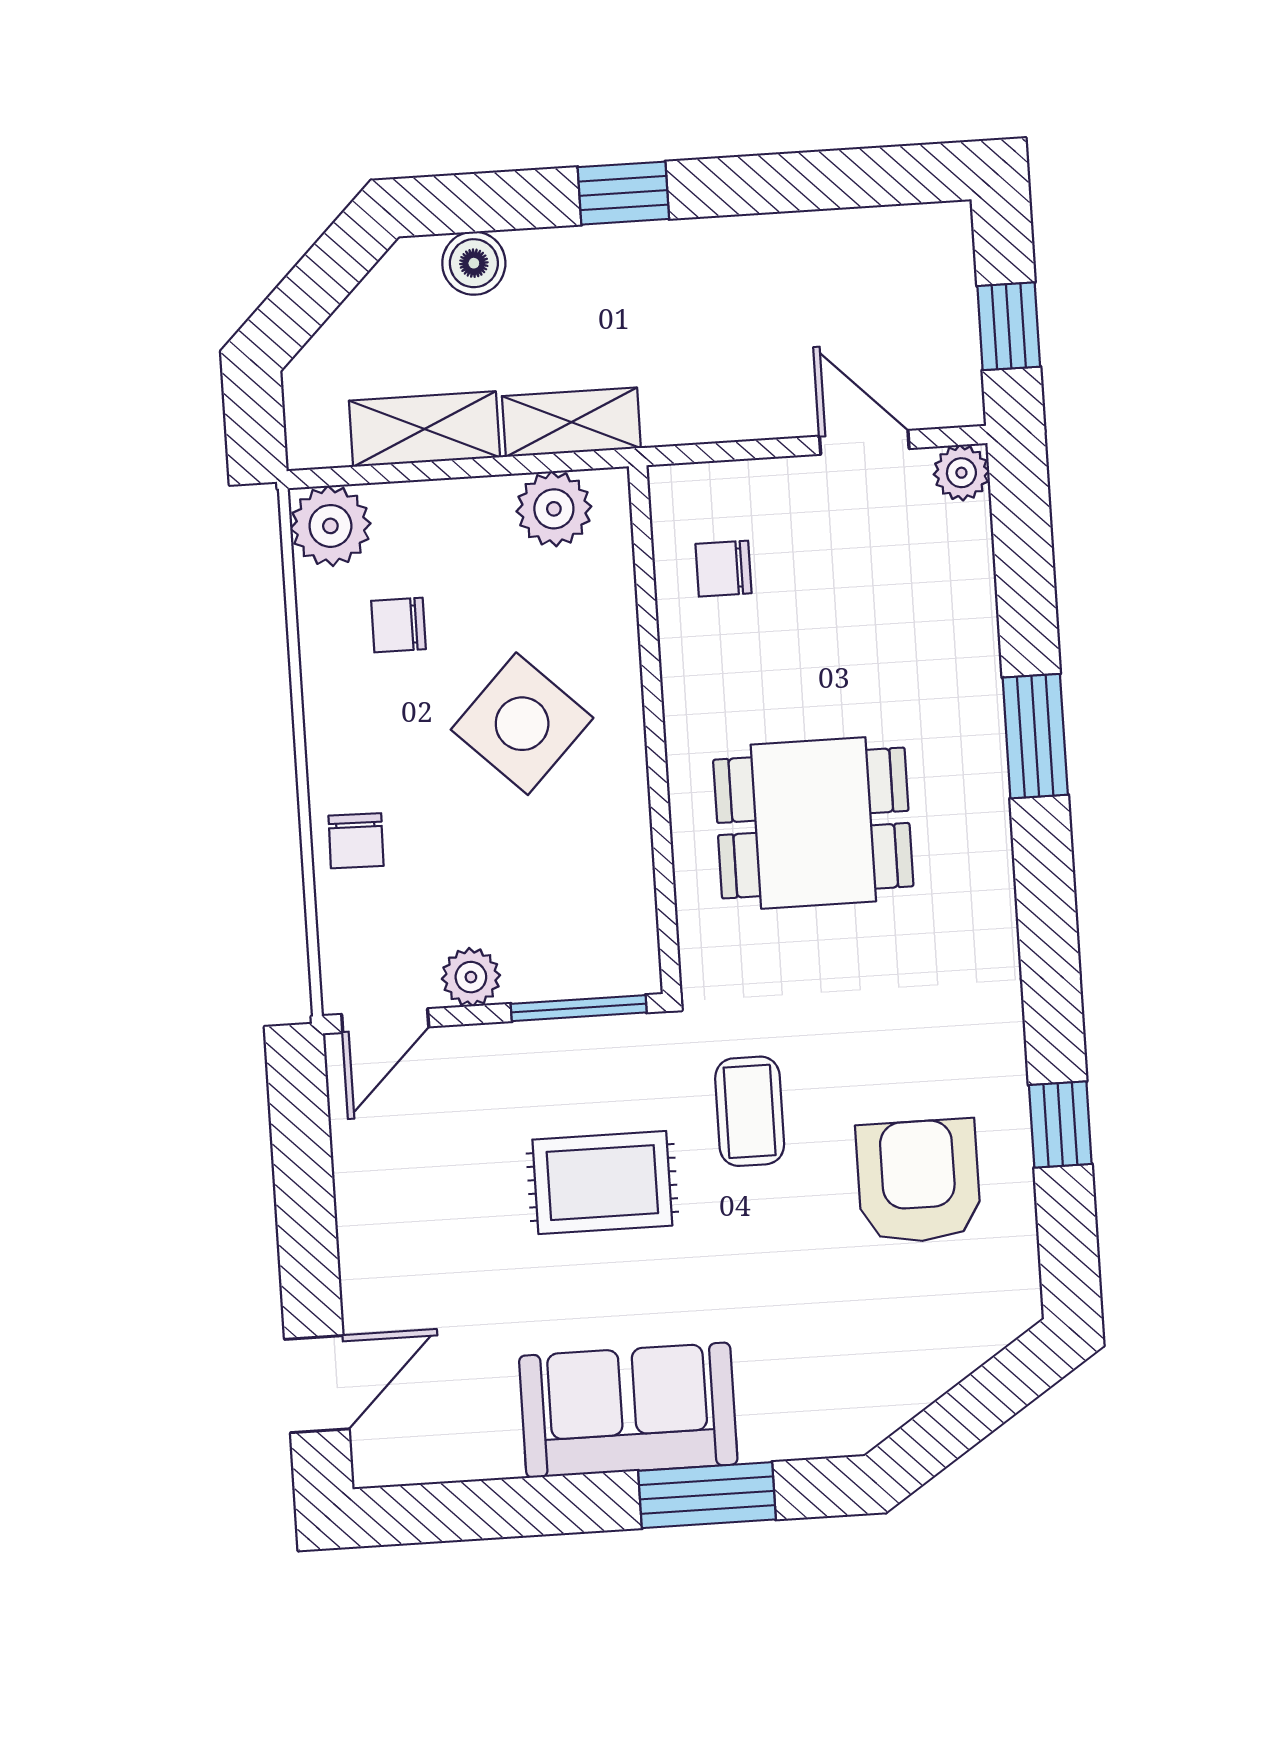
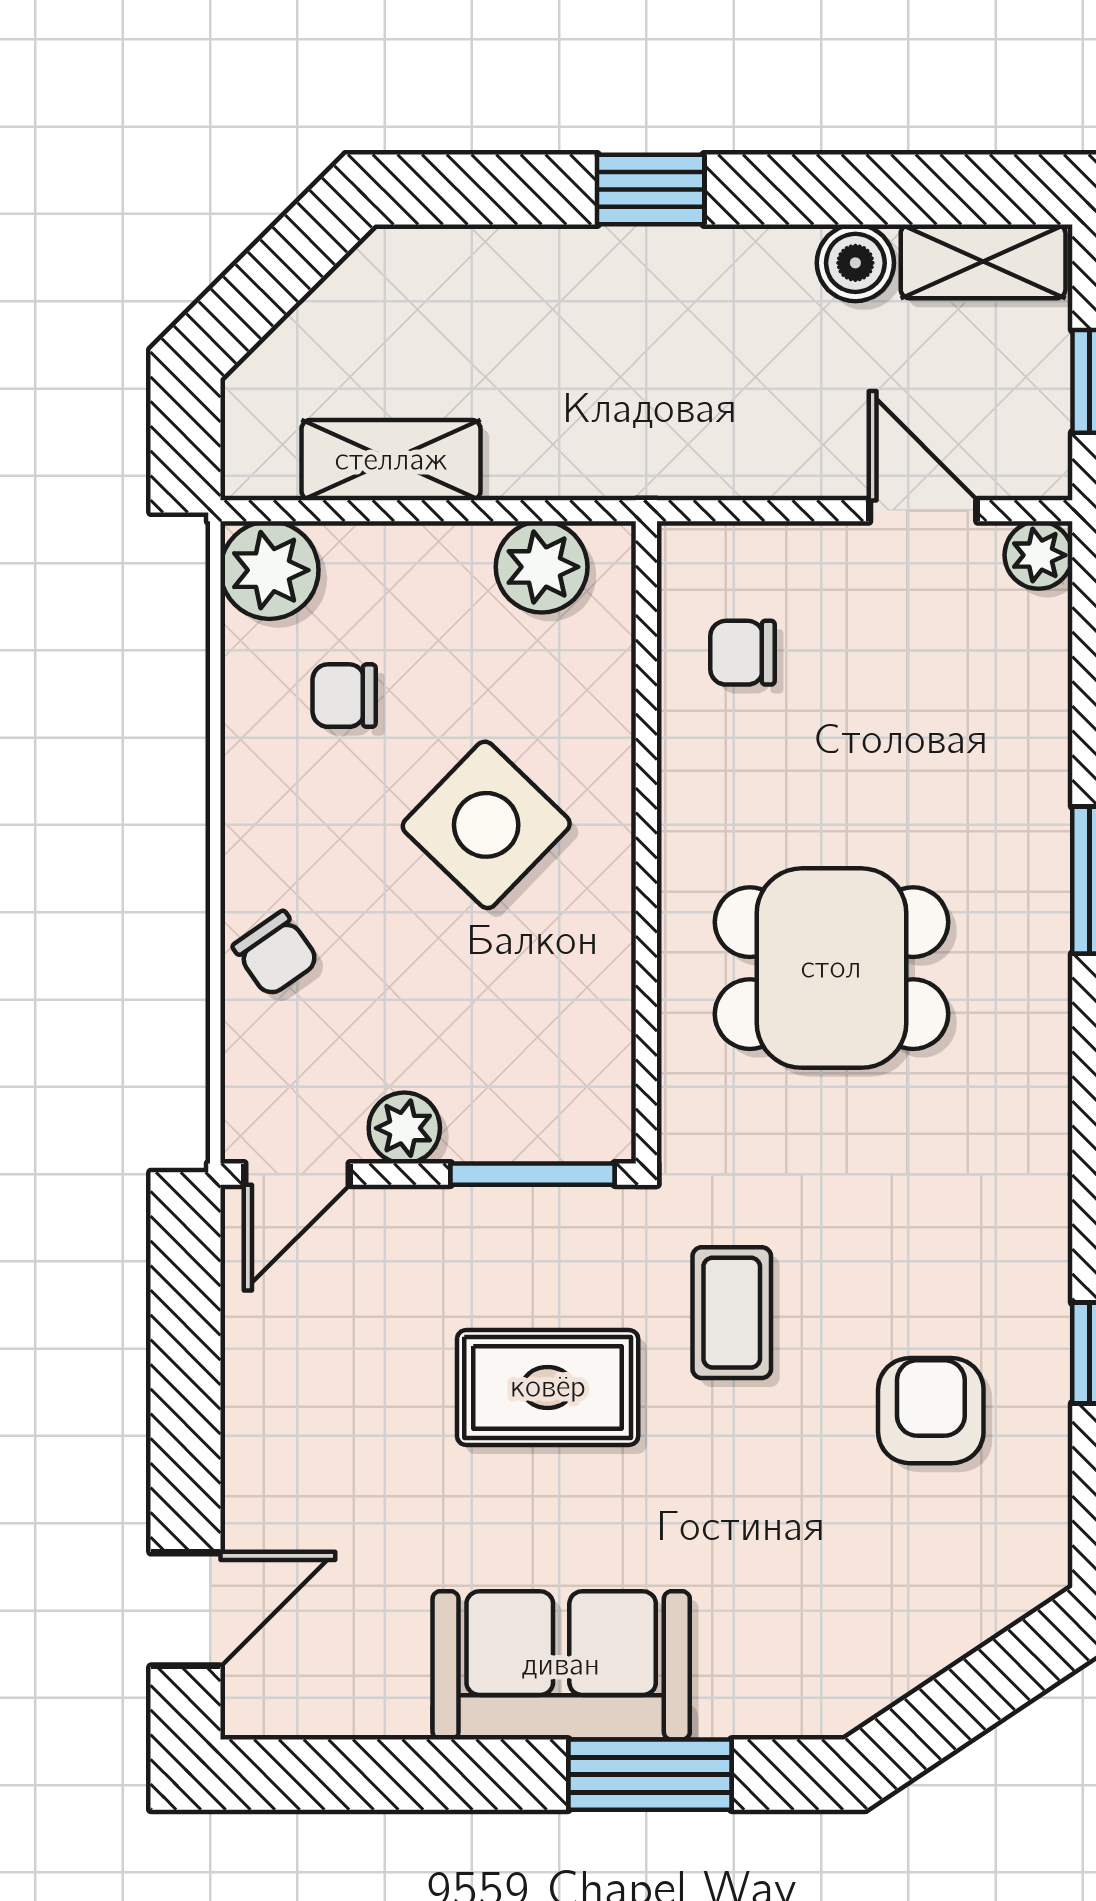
boiler: (474, 263) -> (855, 263), moved
shelving: (571, 422) -> (983, 261), moved
chair: (356, 841) -> (276, 954), turned -36
armchair: (918, 1181) -> (931, 1411), width x0.72, depth x0.72

